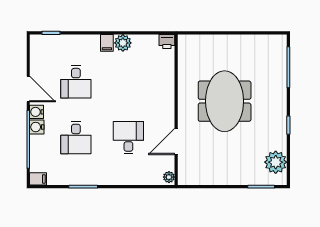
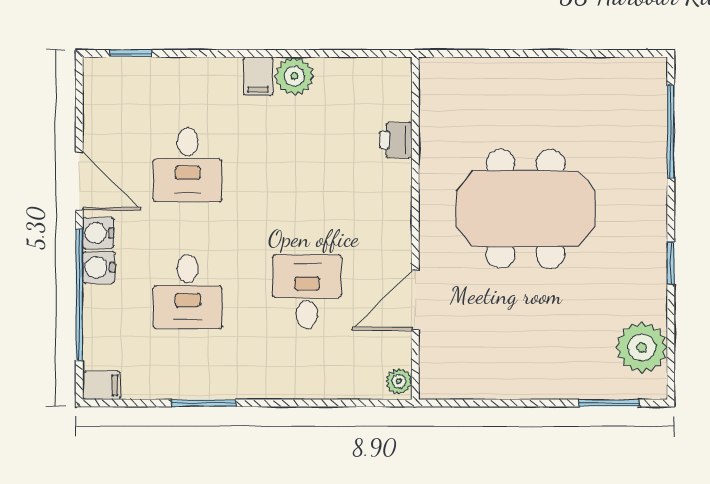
printer: (167, 41) -> (396, 140), moved, turned 90
meeting table: (225, 101) -> (525, 209), turned 90

